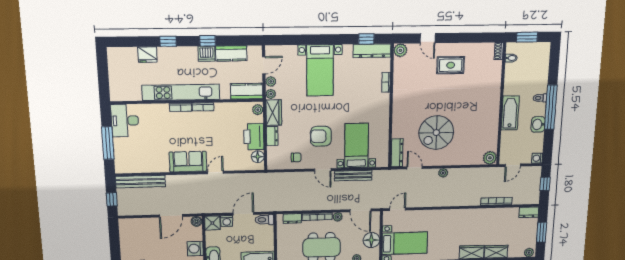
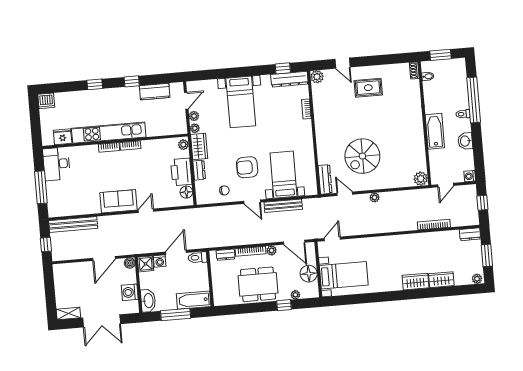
dishwasher: (207, 54) -> (46, 101), moved
fridge: (147, 55) -> (63, 137), moved, turned 180
kitchen counter: (247, 91) -> (172, 127), removed
window: (551, 107) -> (474, 100), moved

